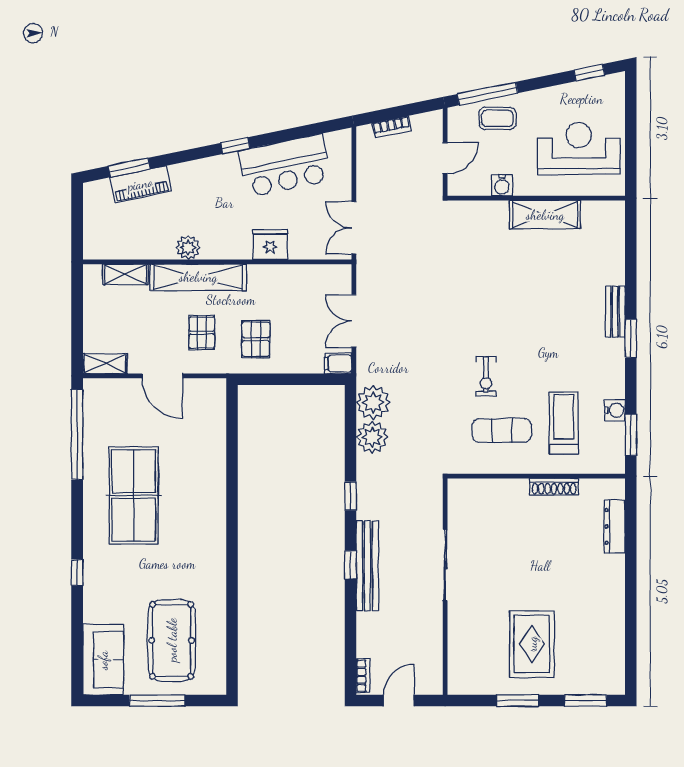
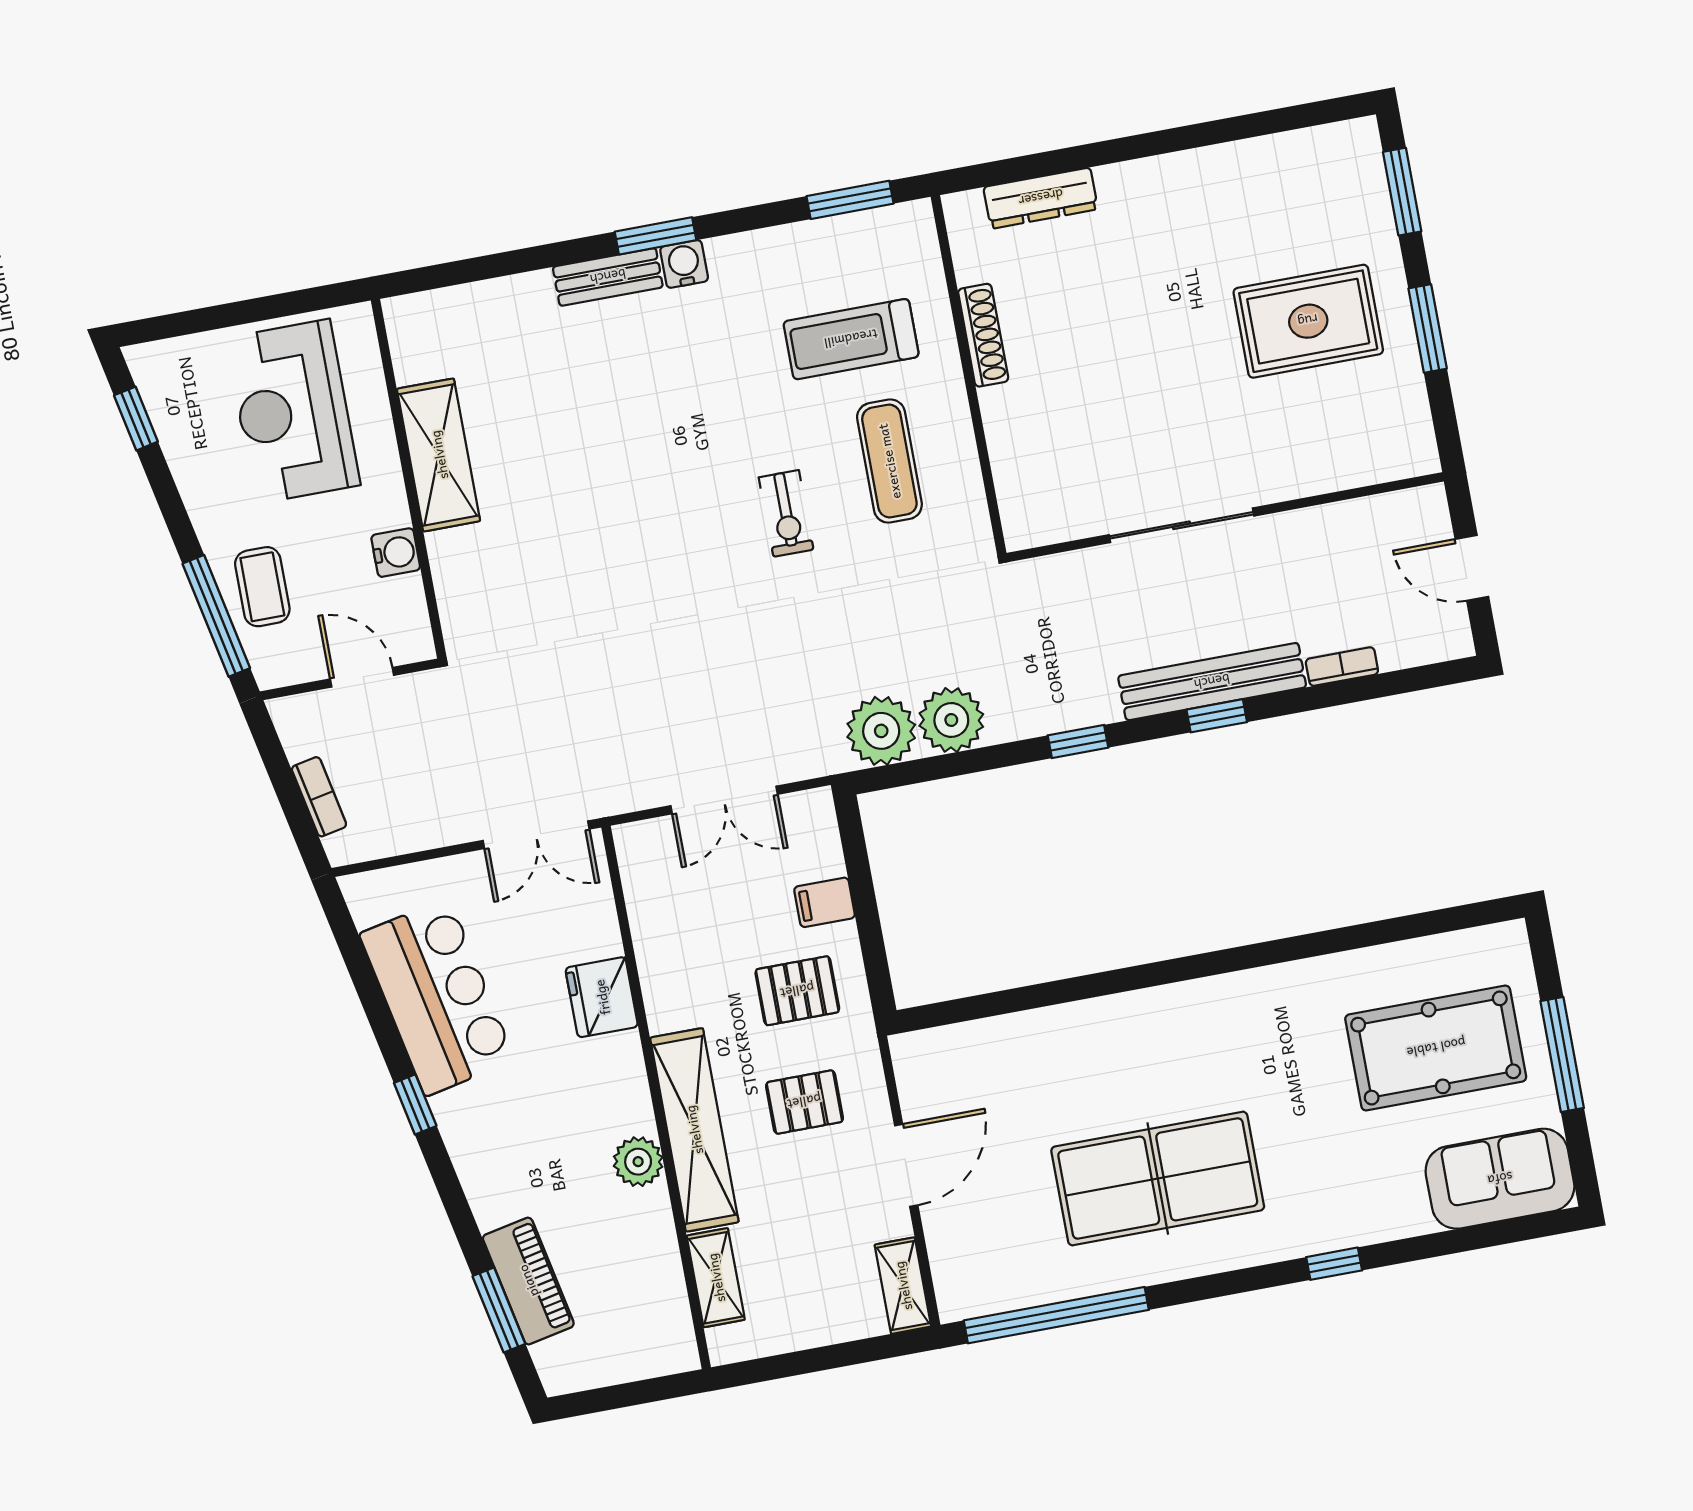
filing cabinet: (338, 363) -> (824, 902), moved, turned 90
exercise bike: (486, 376) -> (786, 513), turned 90
water cooler: (615, 410) -> (684, 264), moved
bookcase: (363, 676) -> (1342, 667), moved

